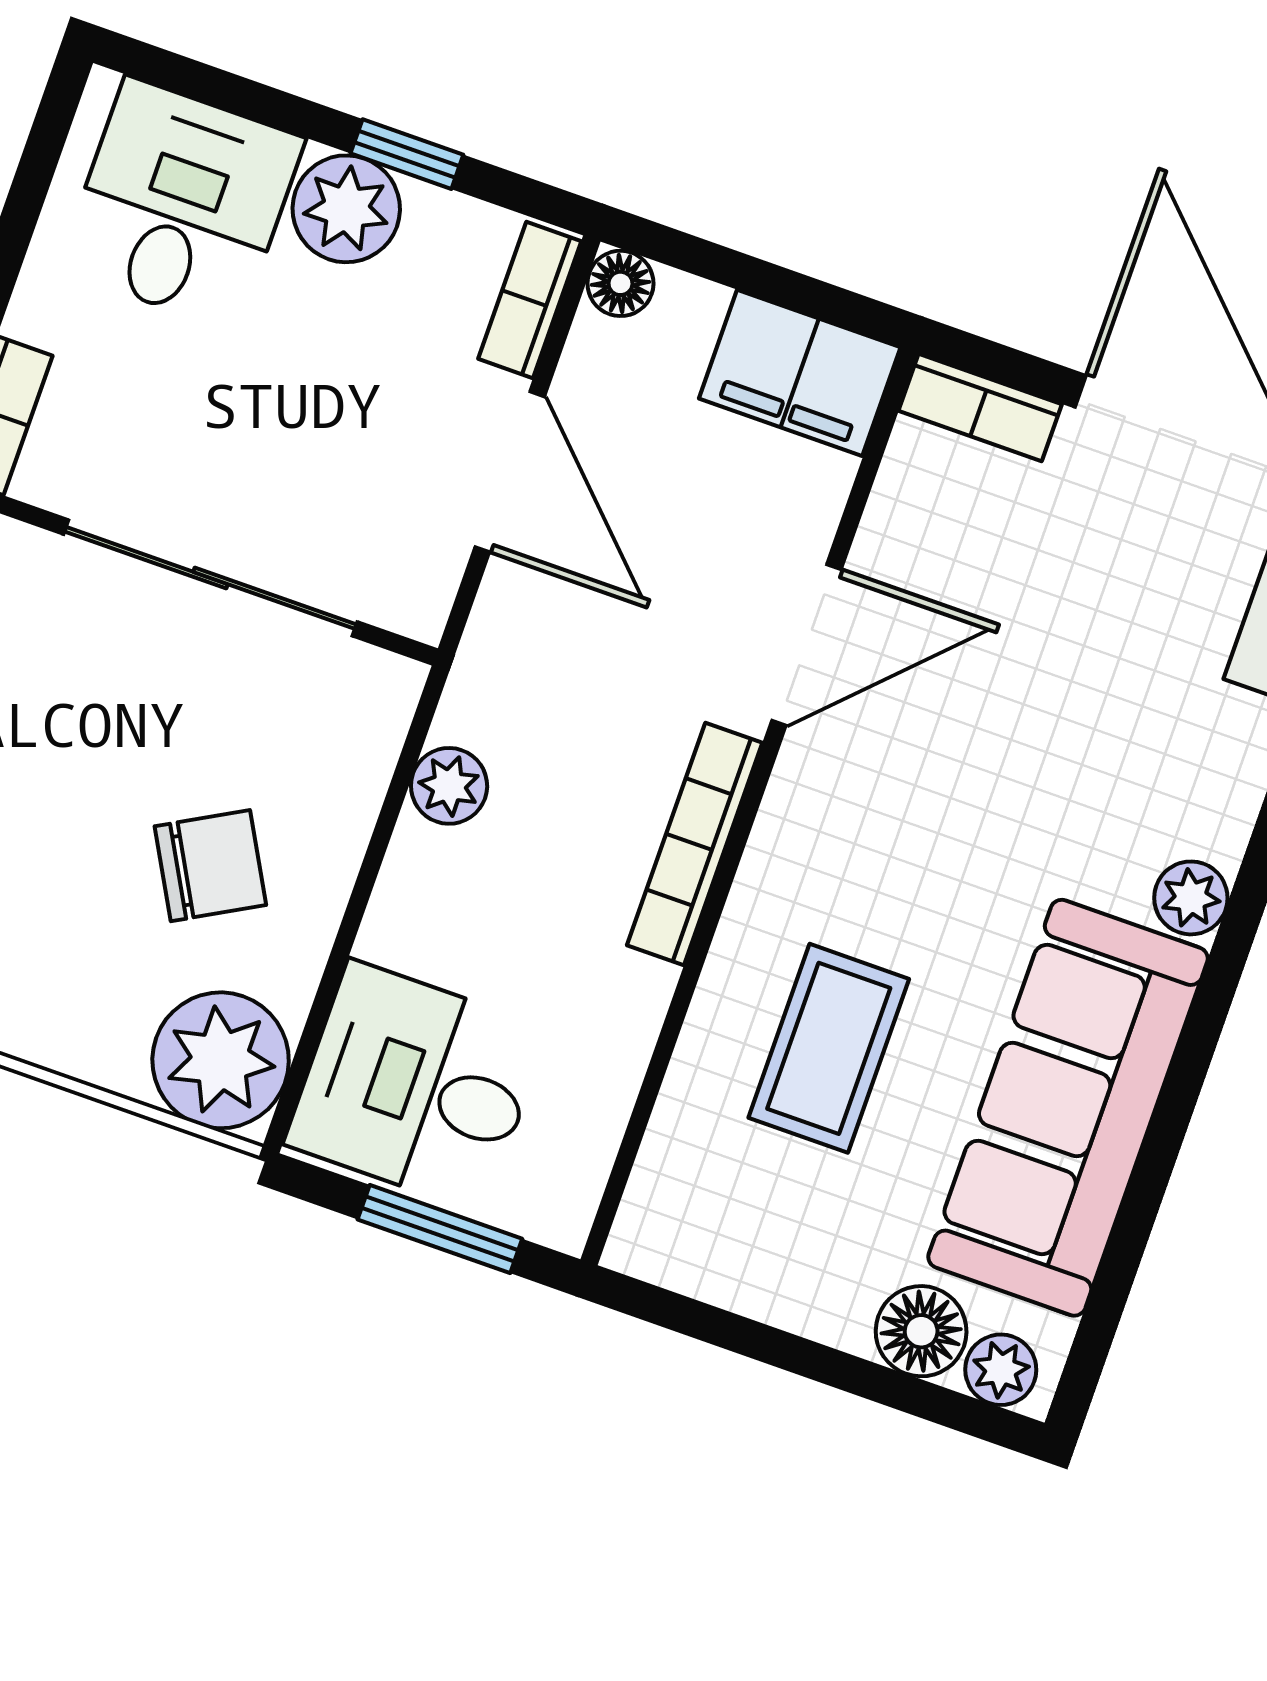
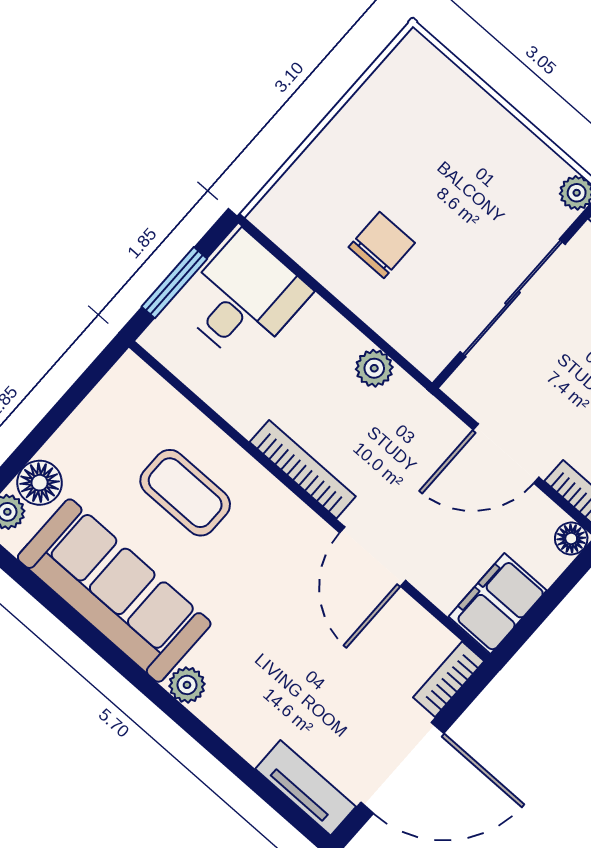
chair: (210, 866) -> (382, 245), turned -151
plant: (221, 1060) -> (291, 214), removed

